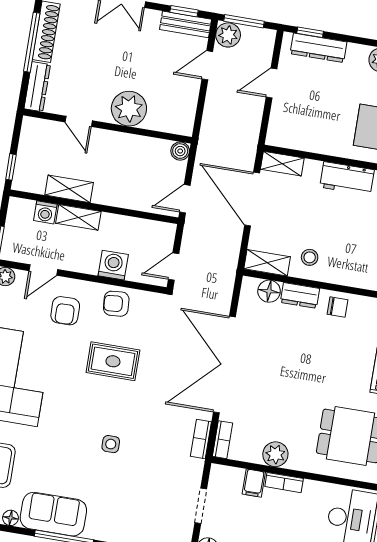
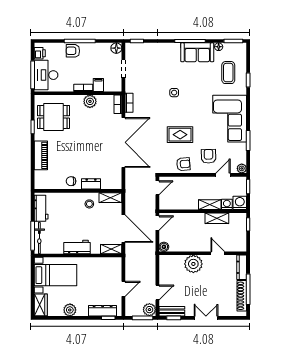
washing machine: (113, 265) -> (240, 203), moved, turned 180
floor lamp: (269, 291) -> (107, 183), removed

